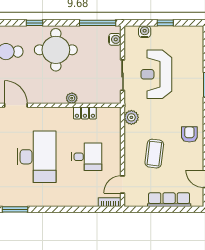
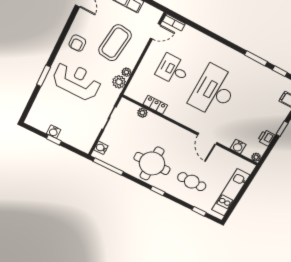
water cooler: (145, 32) -> (54, 132), moved
reception desk: (156, 74) -> (77, 81), moved, turned -90
plant: (72, 98) -> (142, 113), moved
plant: (129, 131) -> (126, 72), added
coffee table: (154, 154) -> (115, 43), width x1.36, depth x1.32

